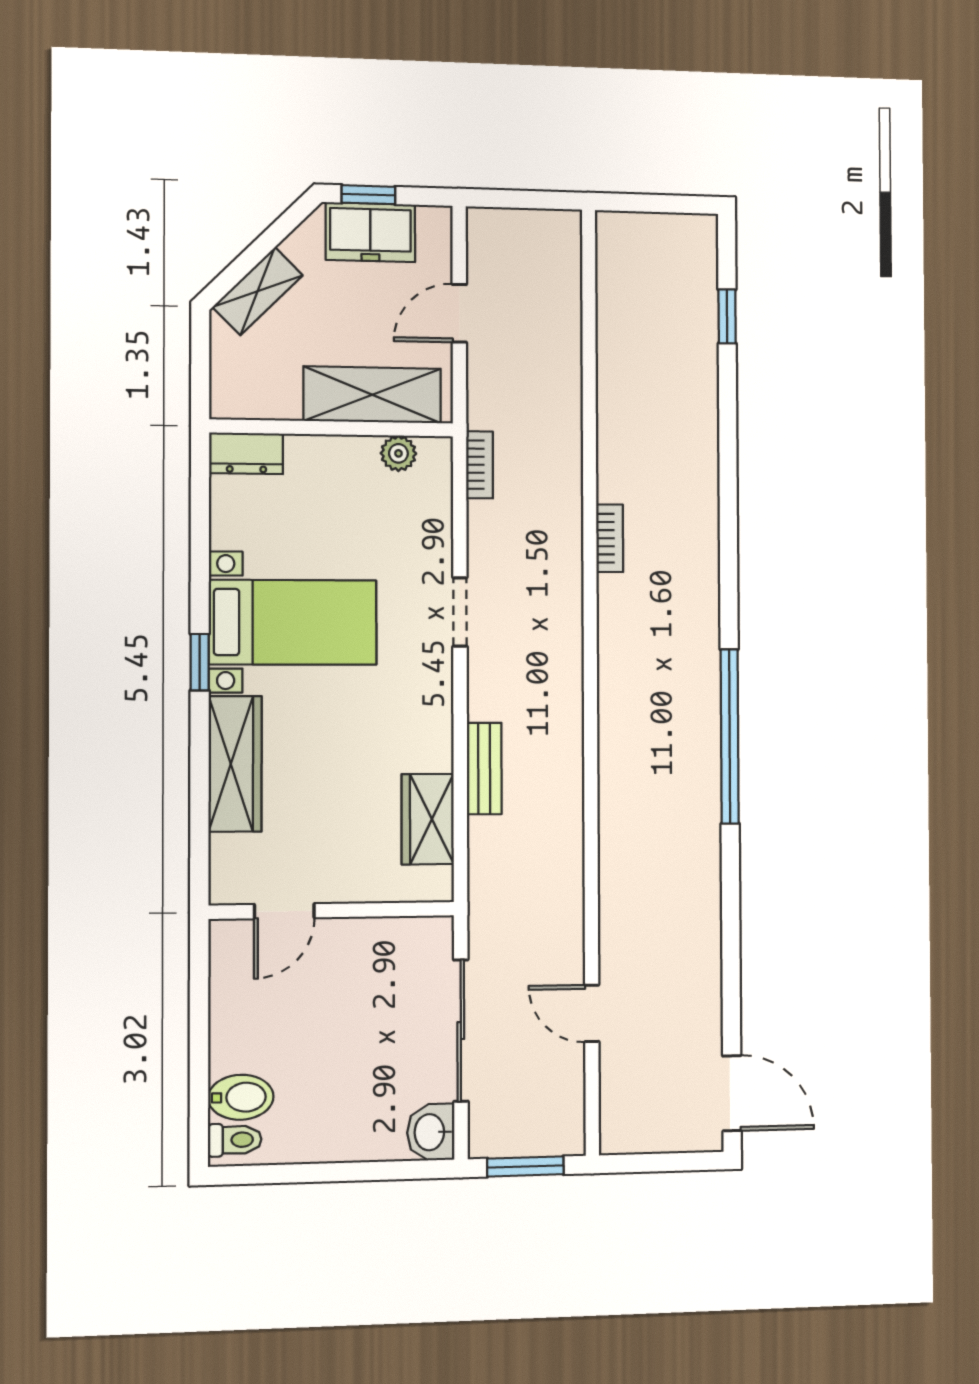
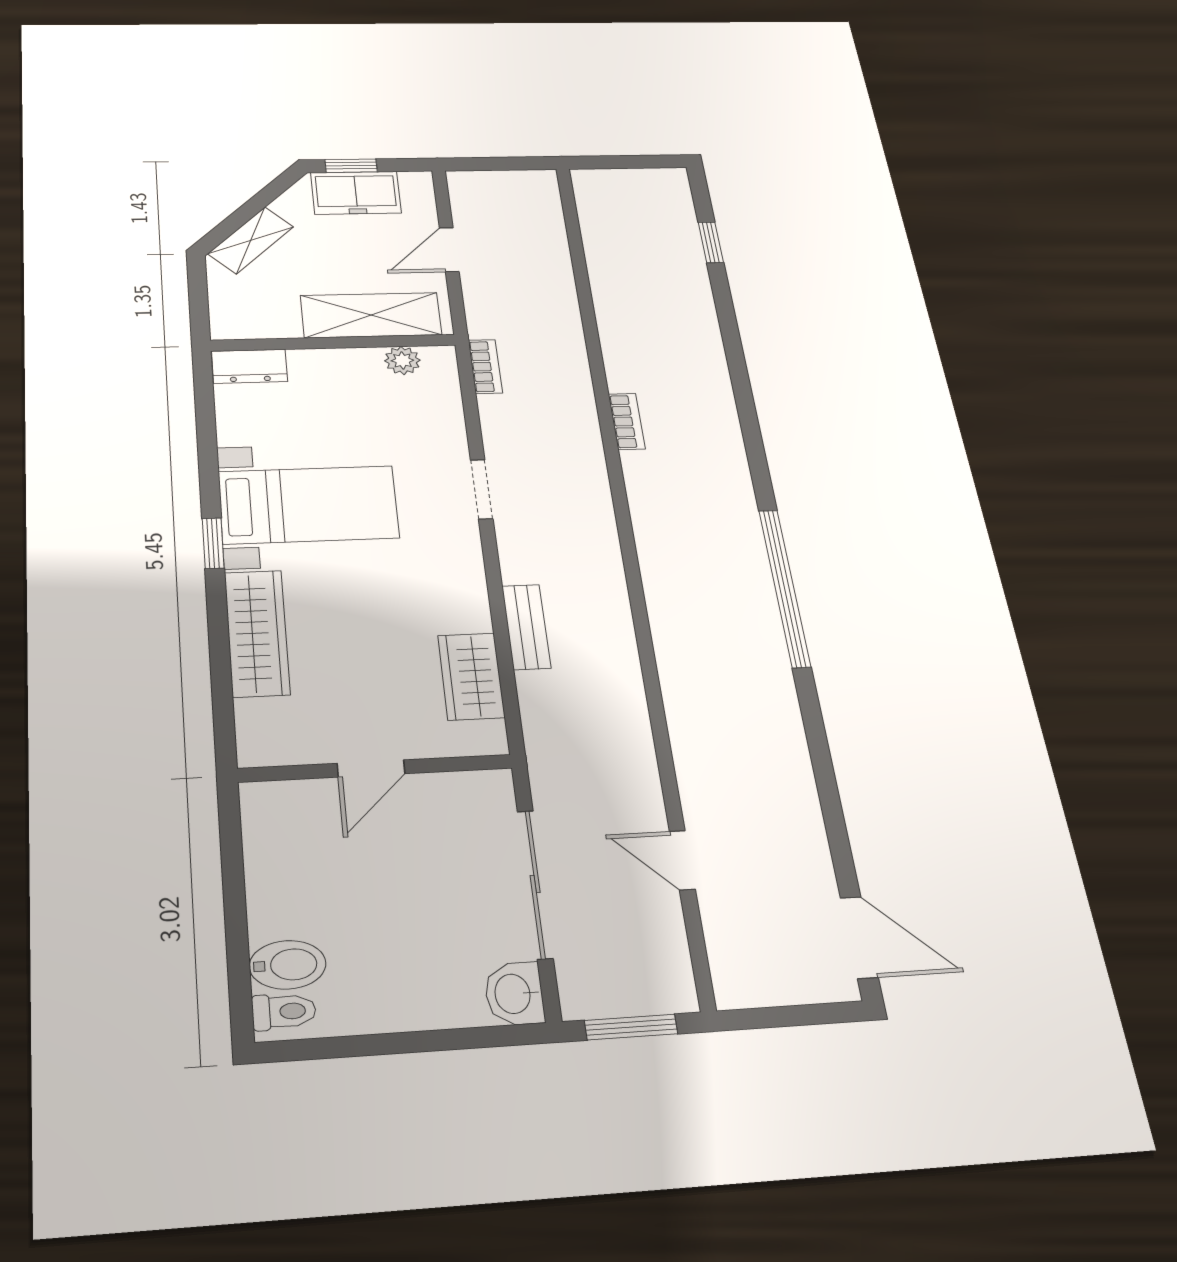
door: (284, 911) -> (371, 769), moved

